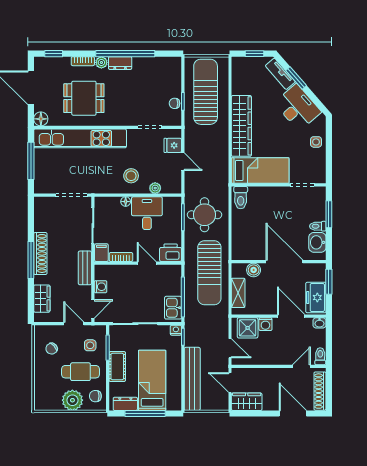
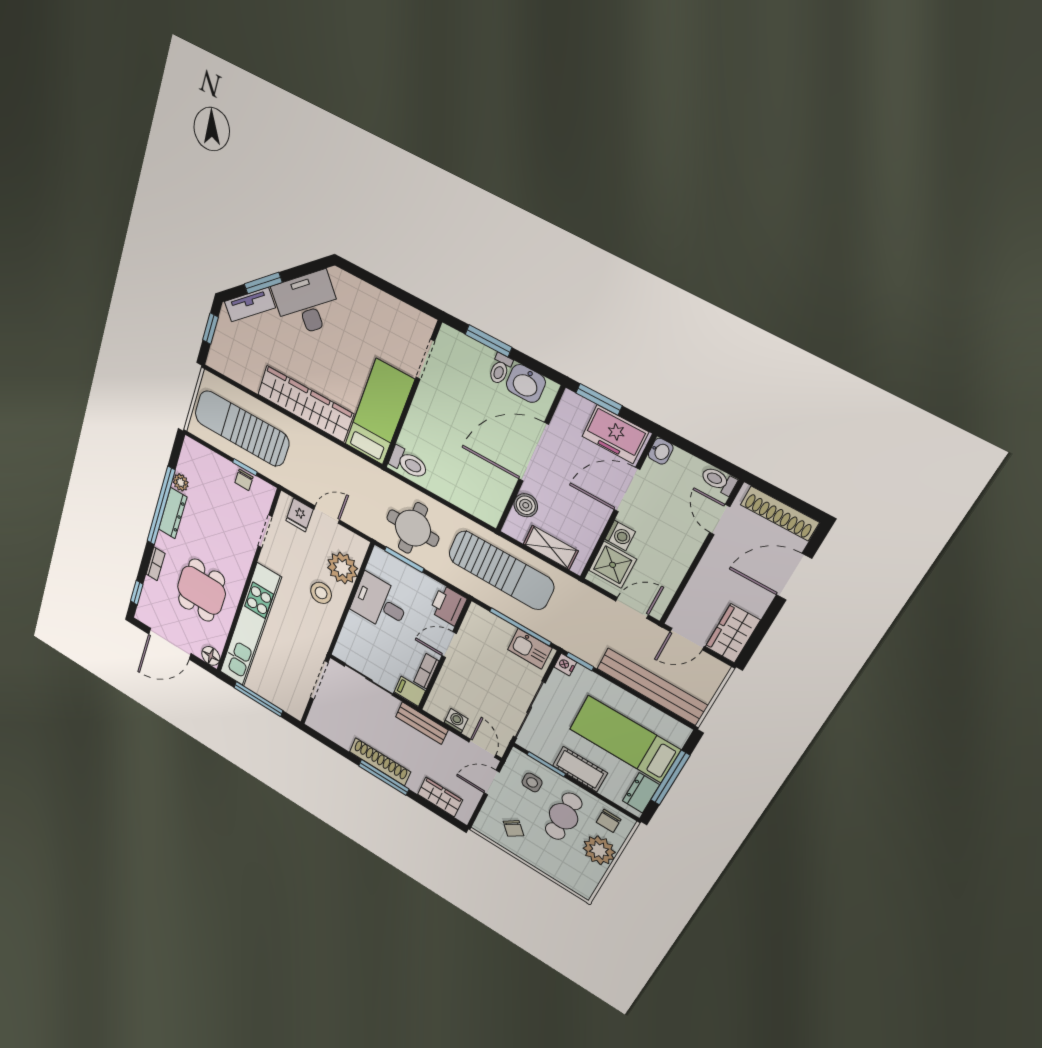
plant: (101, 62) -> (181, 482), moved
dresser: (120, 63) -> (173, 513), width x1.44
side table: (316, 142) -> (368, 302), removed
plant: (155, 188) -> (342, 568), width x1.88, depth x1.88
floor lamp: (126, 202) -> (353, 620), removed

